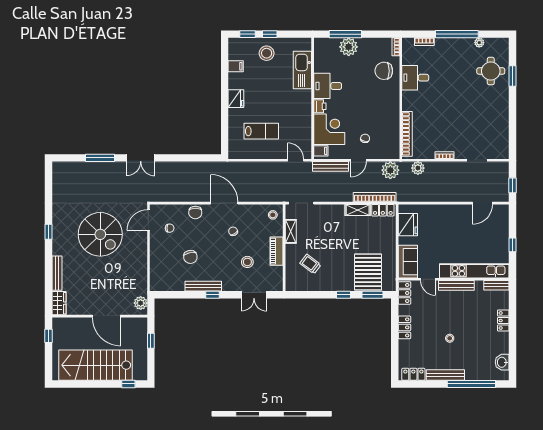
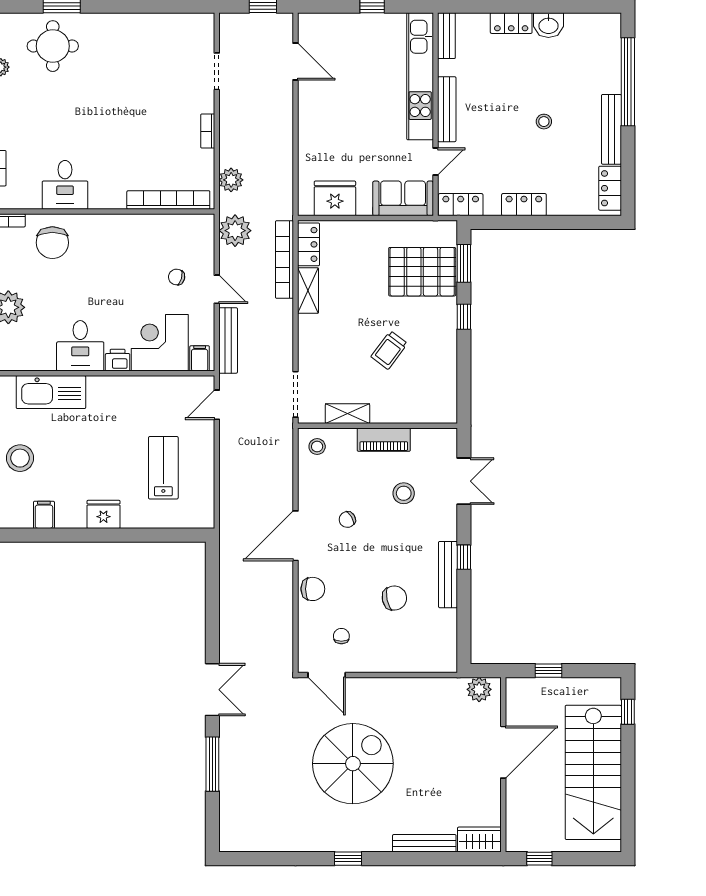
trolley: (310, 264) -> (389, 350), moved
washbasin: (502, 362) -> (548, 25), moved

